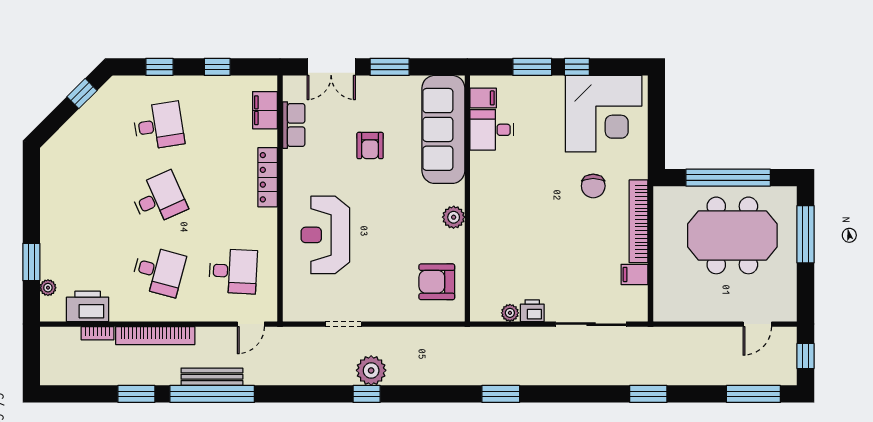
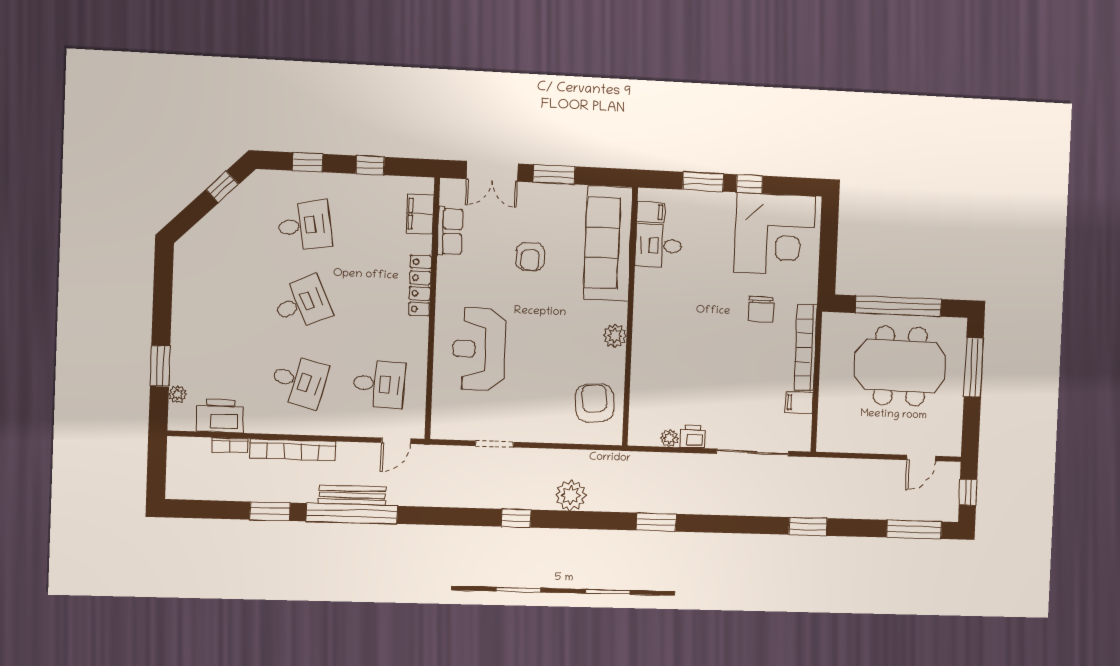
armchair: (437, 282) -> (595, 403), turned 85
plant: (371, 370) -> (571, 495), moved

